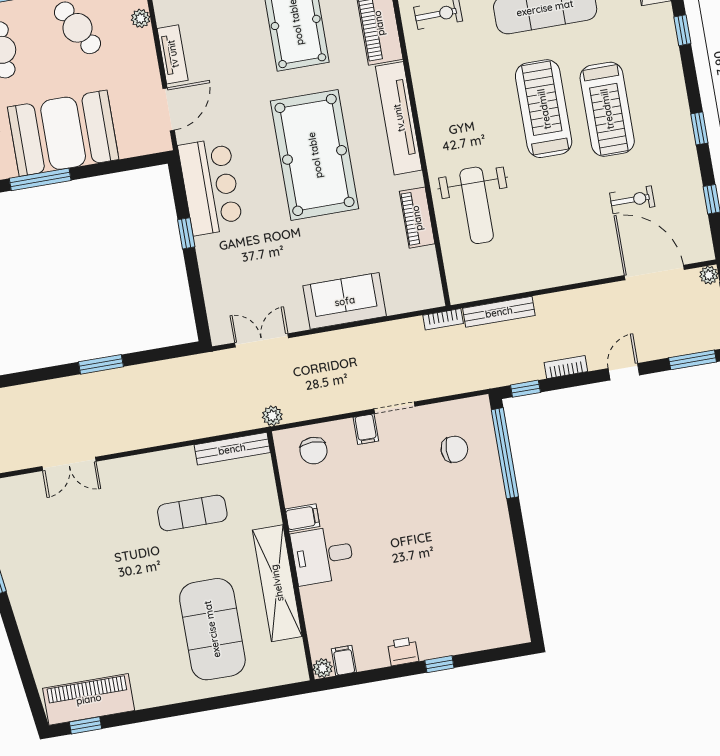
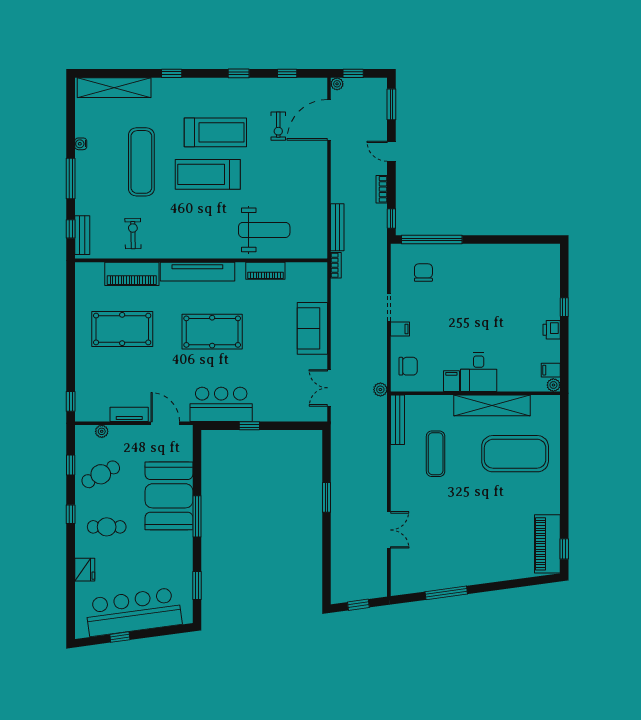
pool table: (315, 155) -> (212, 332), width x0.73, depth x0.76
exercise bike: (632, 200) -> (278, 126), turned 180

